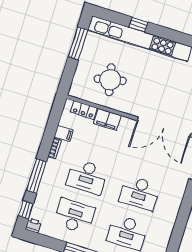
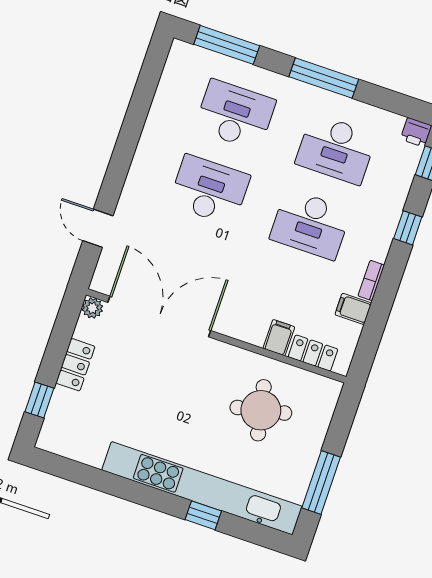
filing cabinet: (107, 119) -> (279, 338), width x0.50
window: (36, 176) -> (408, 228), width x0.46
desk: (87, 177) -> (310, 224), turned 180

